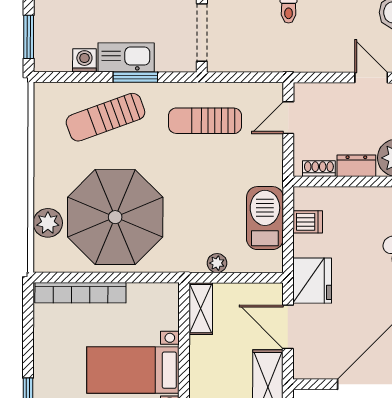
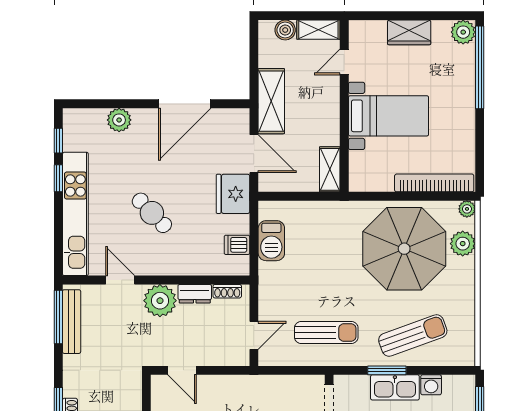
barbecue: (265, 218) -> (271, 241), width x0.73, depth x0.83
plant: (217, 263) -> (467, 209), moved

